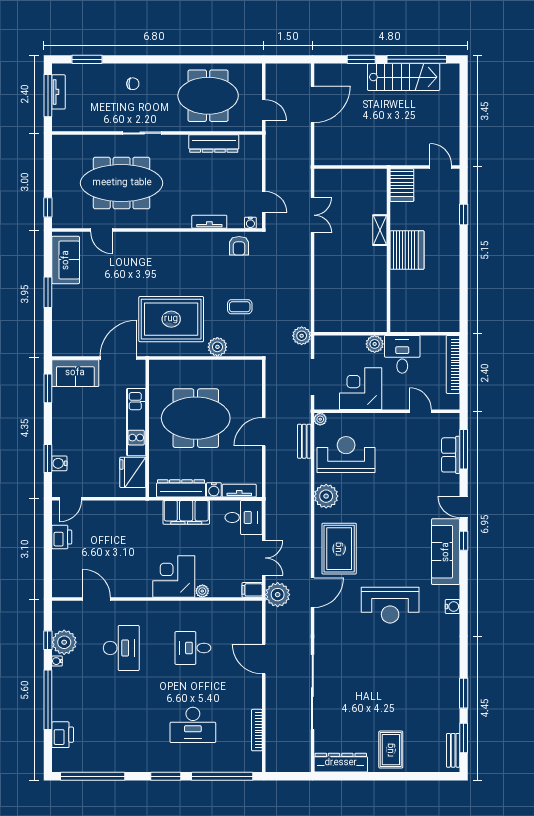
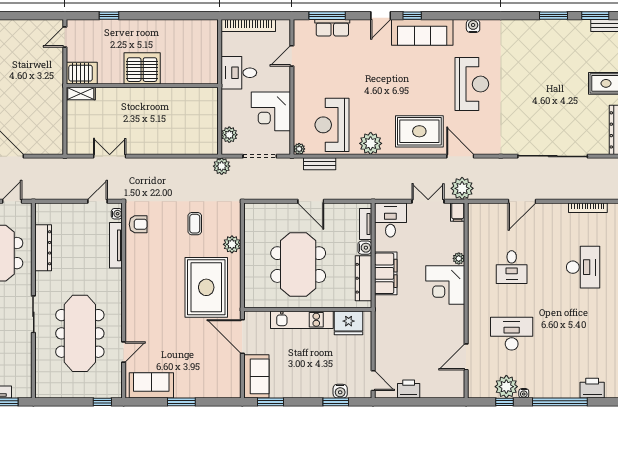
tv unit: (209, 222) -> (116, 245), width x1.41
shelving: (380, 230) -> (81, 93), moved
plant: (375, 344) -> (229, 135), moved

